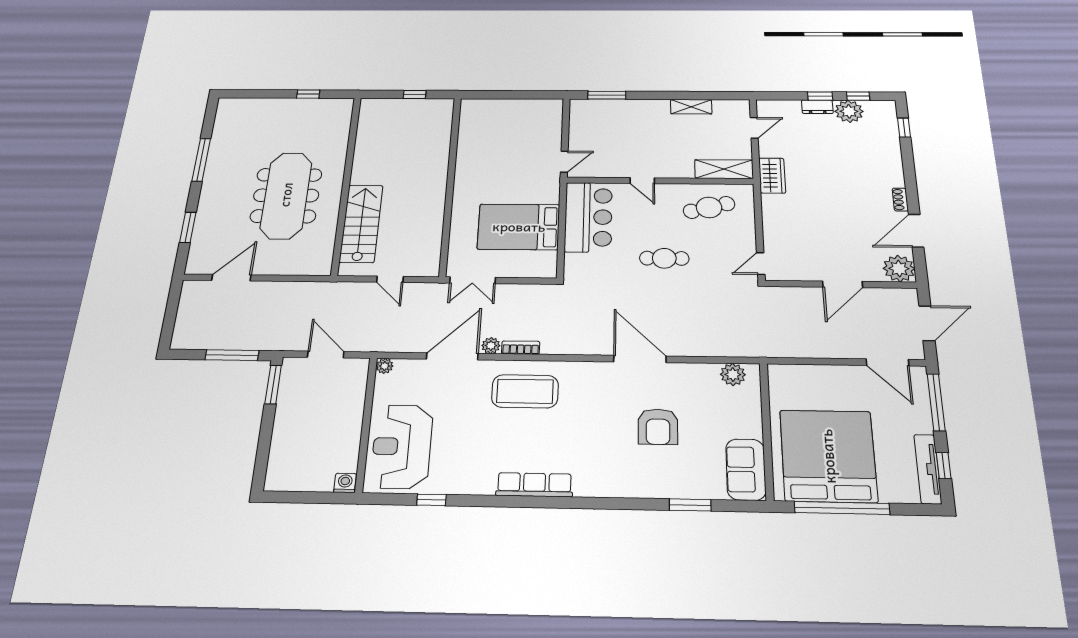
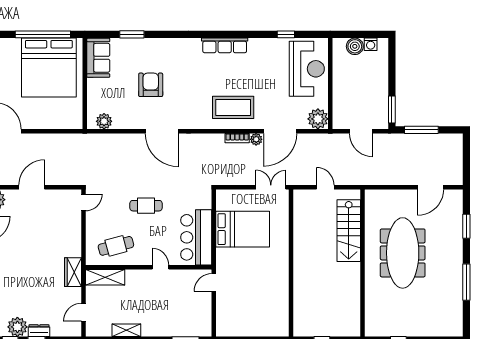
plant: (385, 366) -> (318, 119), width x1.88, depth x1.88
boiler: (320, 479) -> (355, 46), added
washing machine: (345, 483) -> (371, 44), moved

